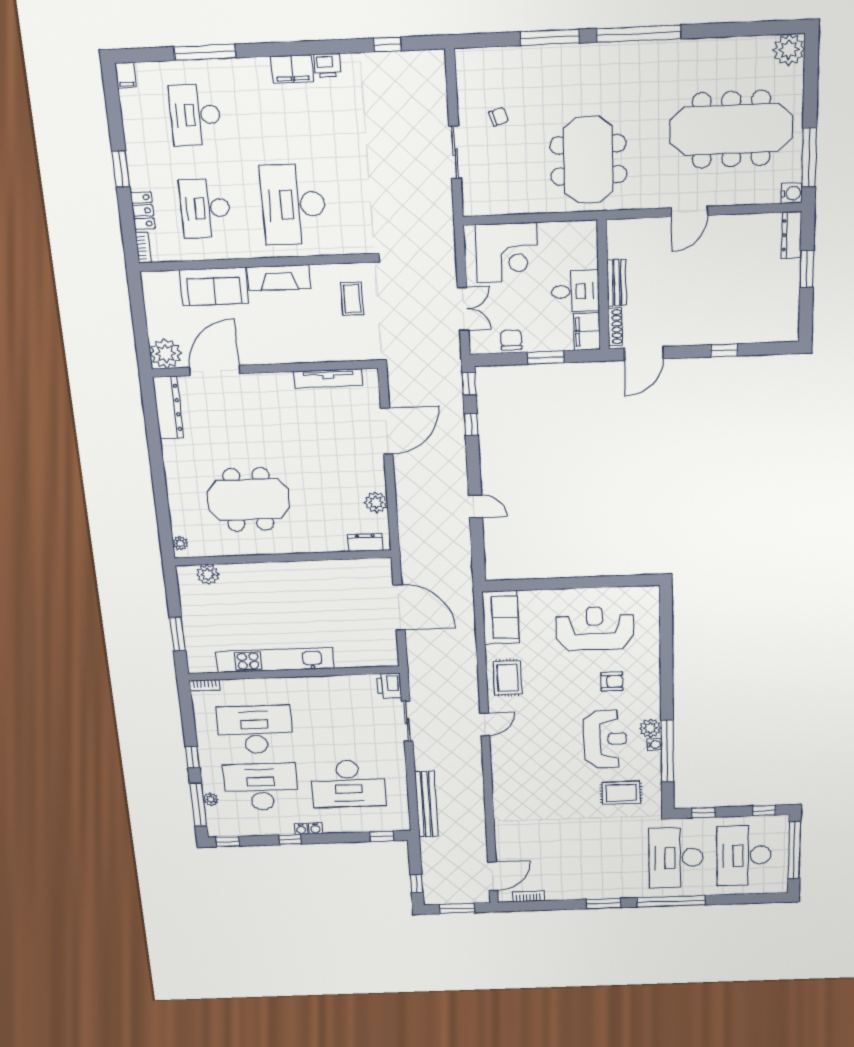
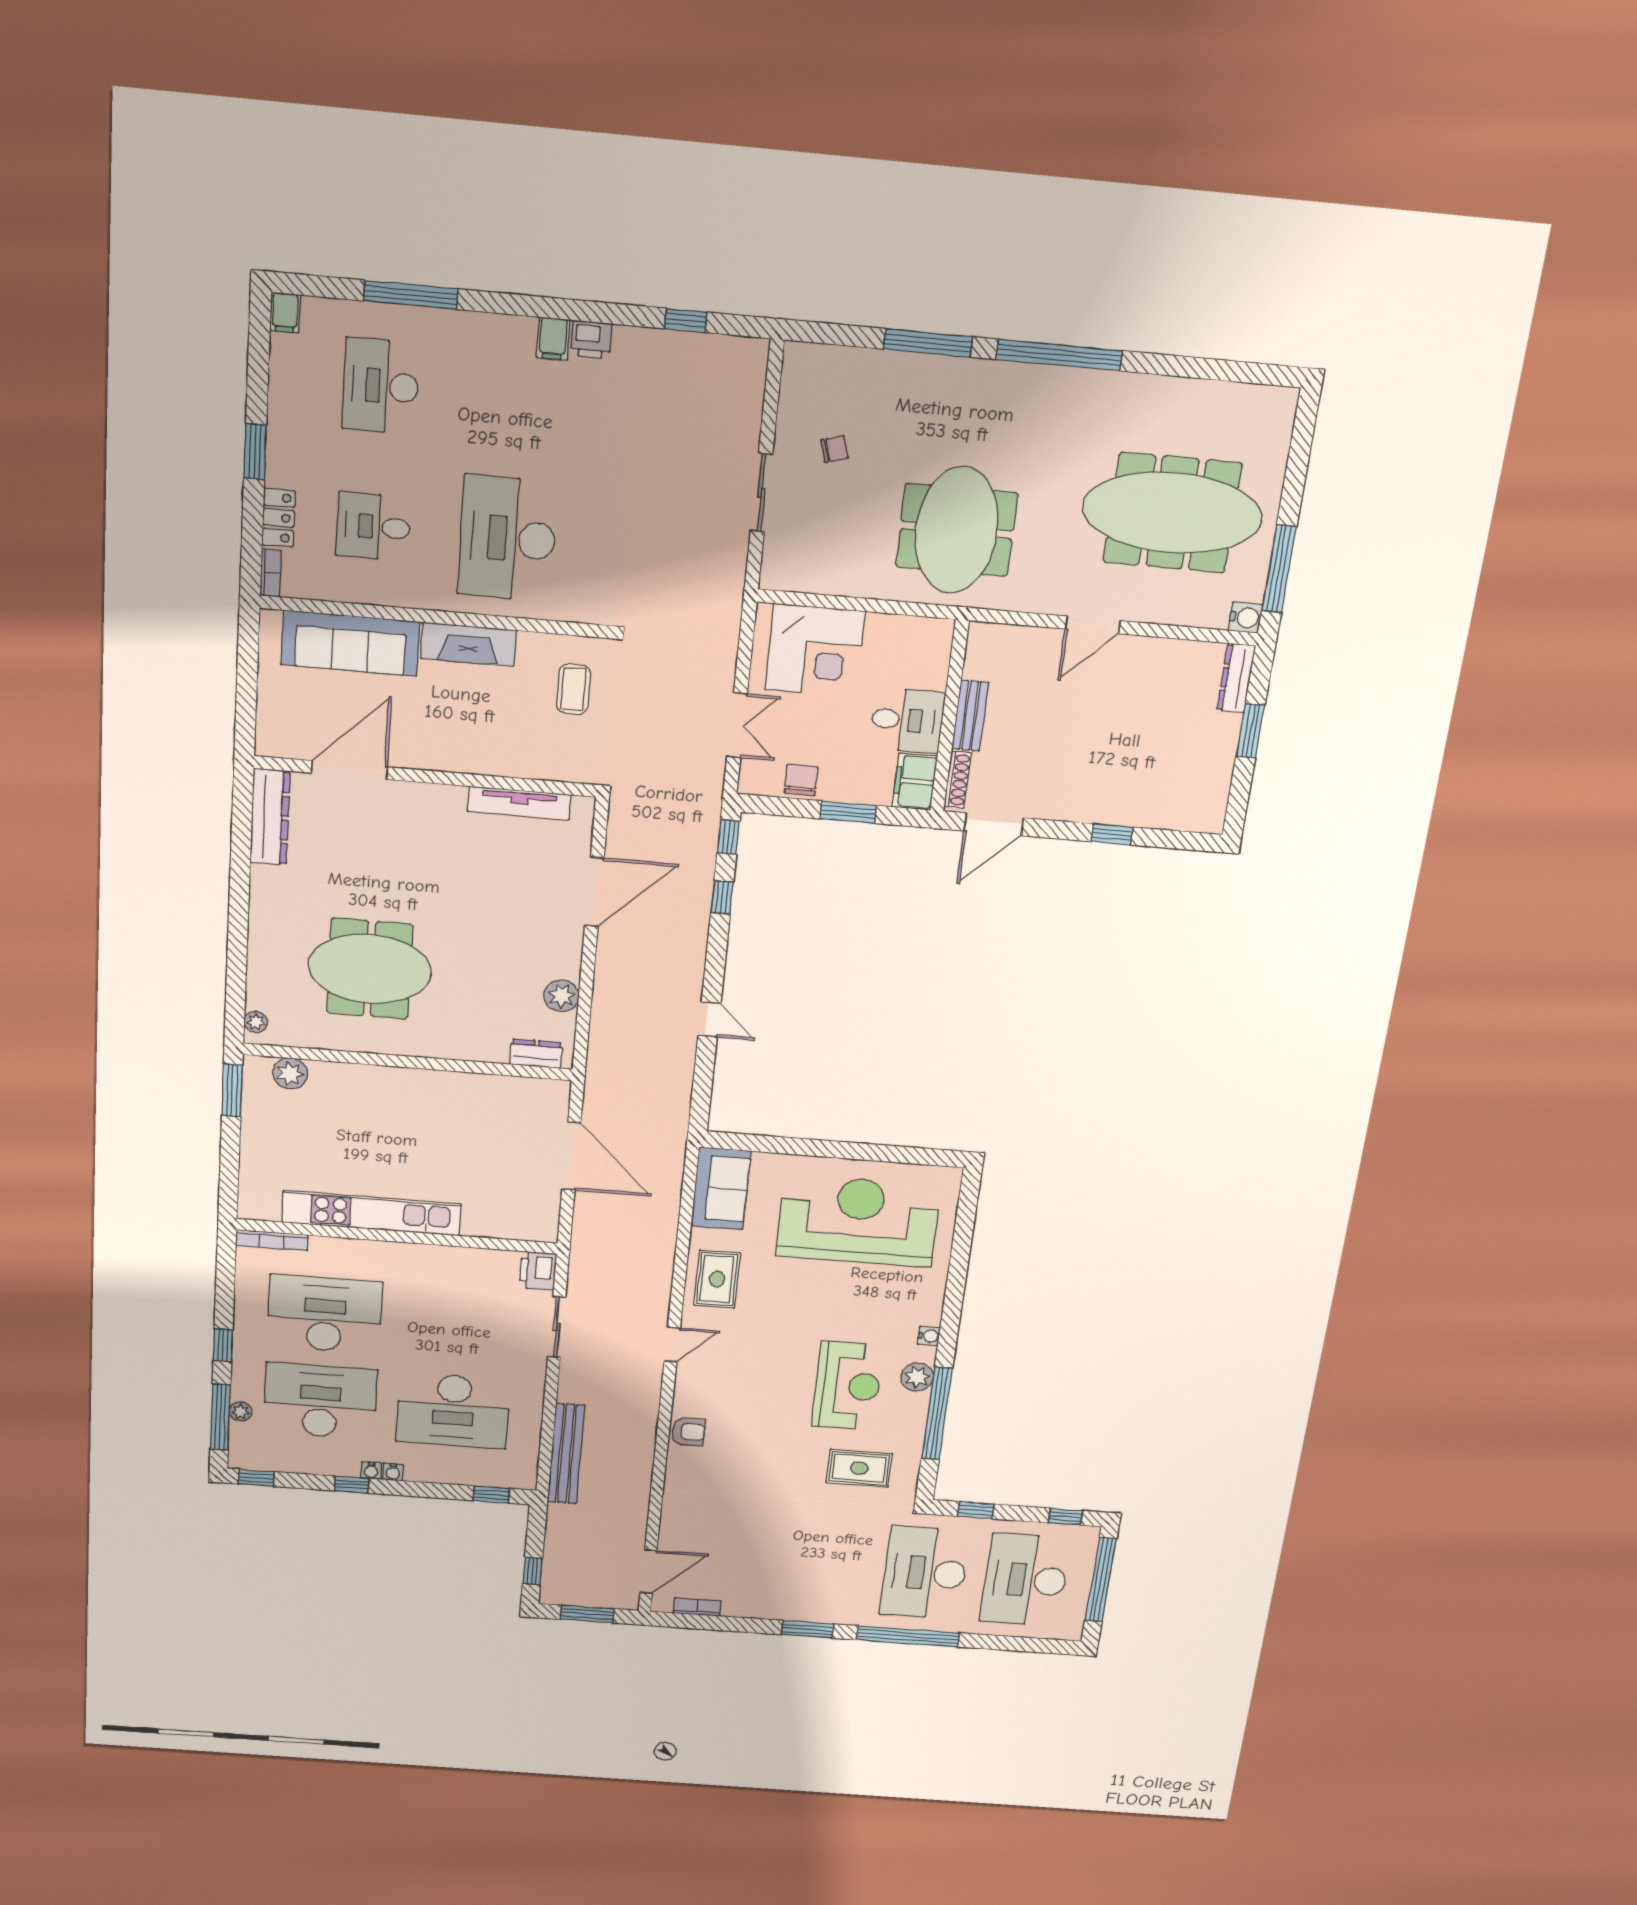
plant: (789, 50) -> (1274, 408), removed
filing cabinet: (292, 69) -> (553, 339), width x0.50
desk: (205, 208) -> (374, 526), width x0.73
sofa: (214, 287) -> (350, 643), width x1.36
plant: (166, 354) -> (279, 735), removed
reception desk: (595, 629) -> (858, 1221), width x1.36, depth x1.30
window: (178, 634) -> (232, 1090), moved
armchair: (612, 681) -> (688, 1432), moved
bookcase: (205, 685) -> (272, 1240), width x1.56
water cooler: (655, 745) -> (929, 1336), moved

